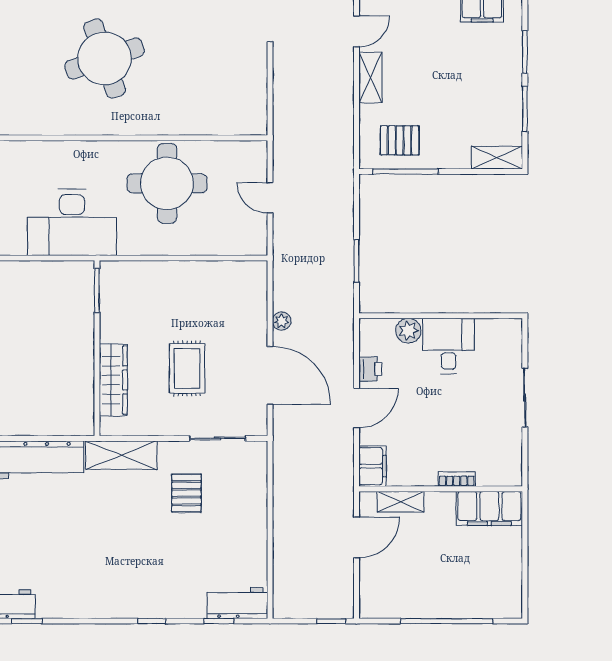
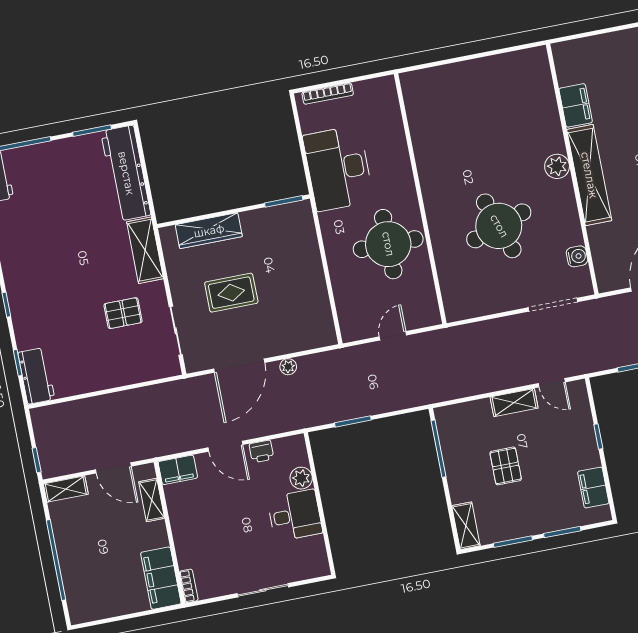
round table: (104, 58) -> (499, 226), moved
pallet: (400, 140) -> (506, 466), moved
bookcase: (457, 479) -> (189, 586), moved
shelving: (370, 595) -> (66, 489), added

